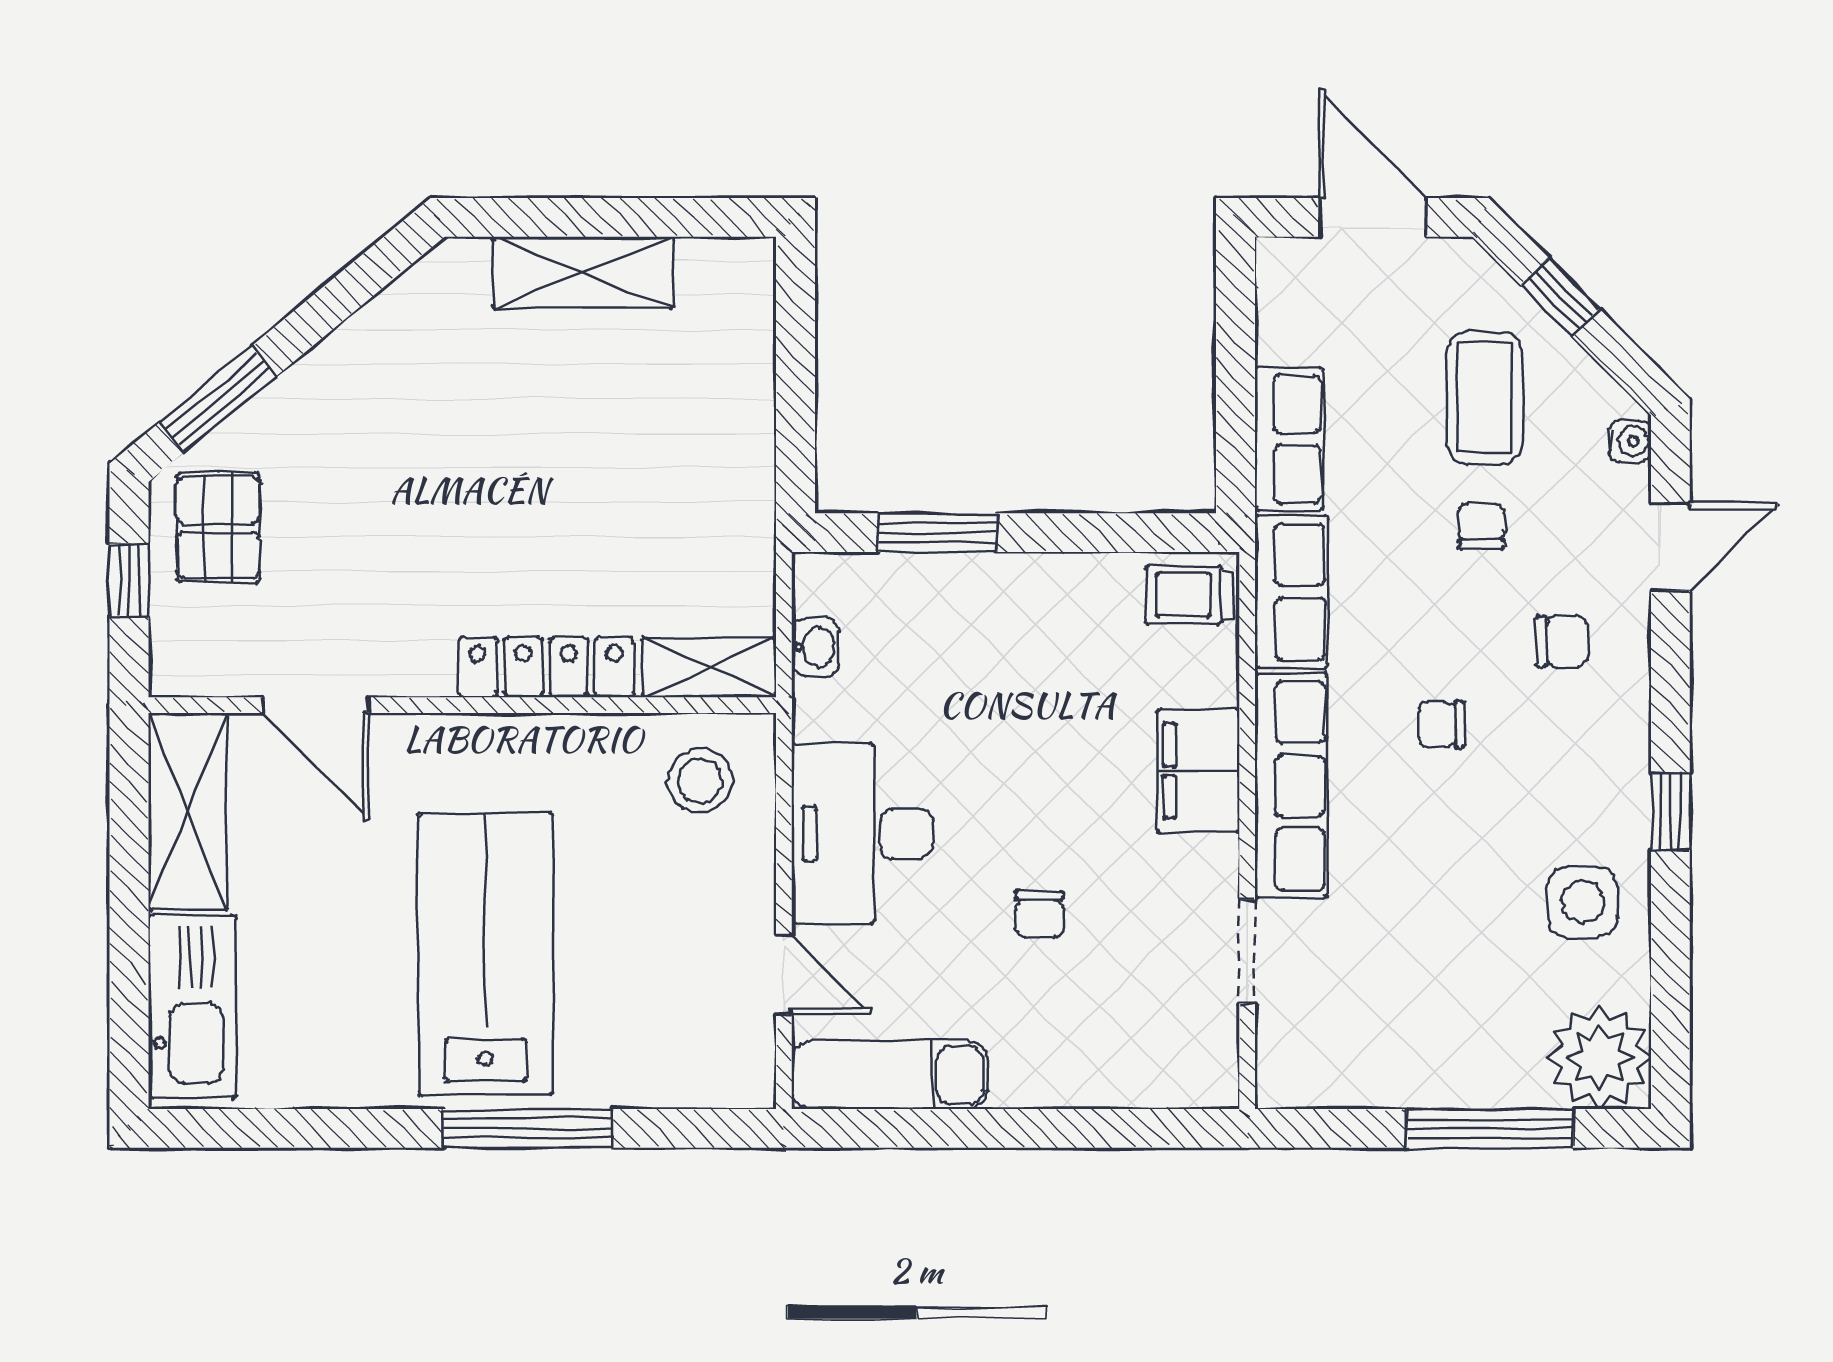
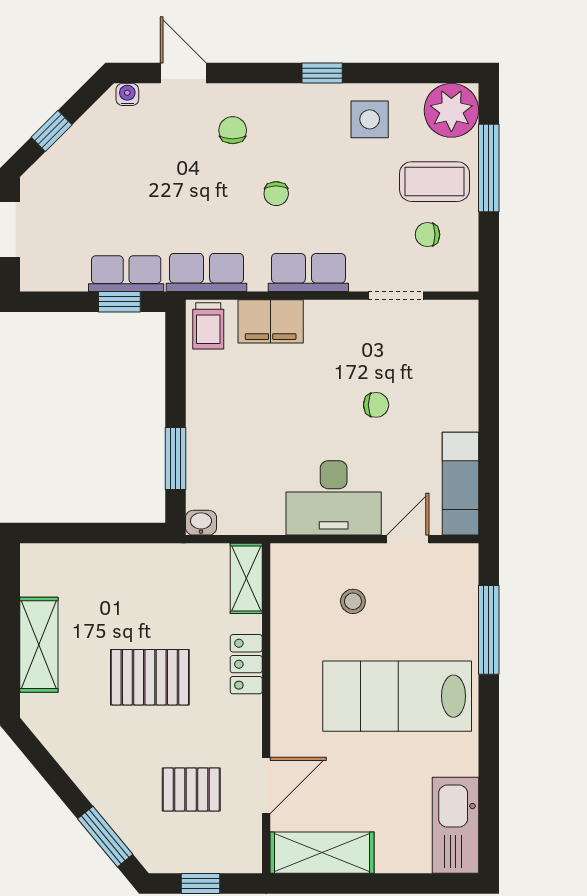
coffee table: (1485, 397) -> (435, 182), moved
window: (1236, 426) -> (119, 302), added
pallet: (522, 484) -> (150, 677), added
chair: (1481, 526) -> (427, 235), moved
pallet: (218, 528) -> (191, 789), moved
washbasin: (815, 647) -> (201, 523), moved
locker: (546, 667) -> (246, 664), width x0.66
filing cabinet: (1198, 771) -> (271, 321), moved
stool: (700, 781) -> (353, 601), moved, width x0.73, depth x0.73
row of seats: (1291, 786) -> (308, 272), width x0.68
kitchen sink: (192, 1007) -> (455, 825), moved, turned -90
window: (527, 1128) -> (489, 630), moved

